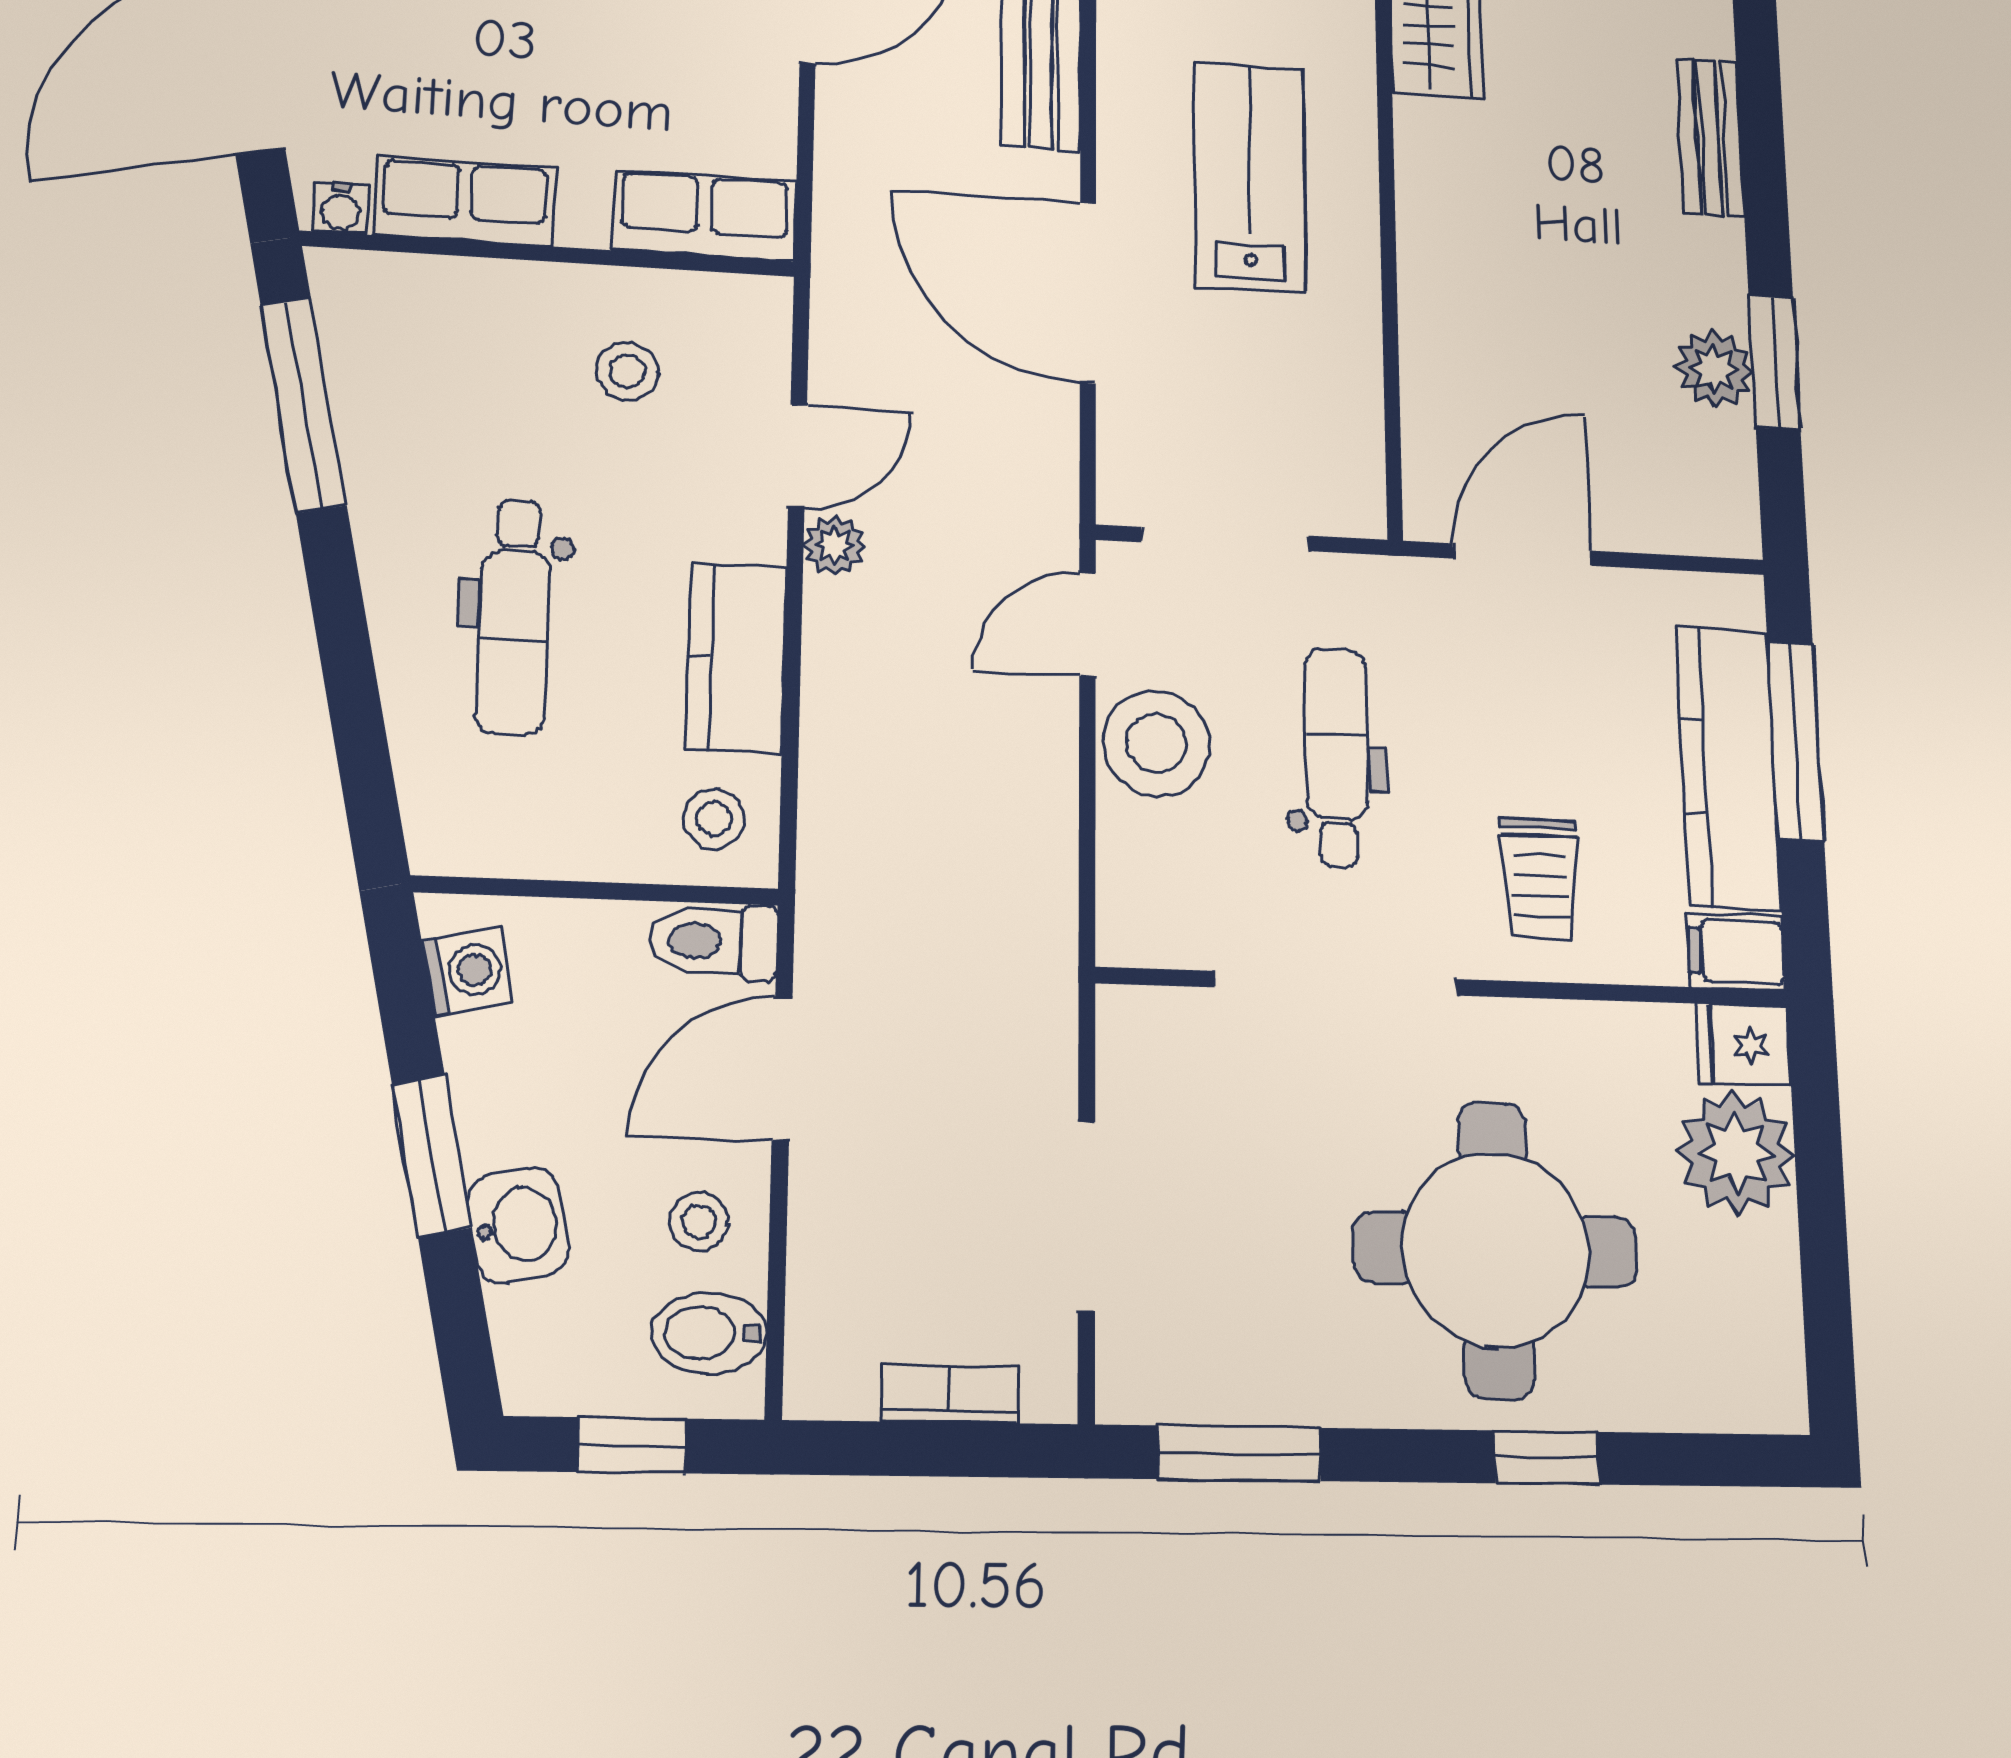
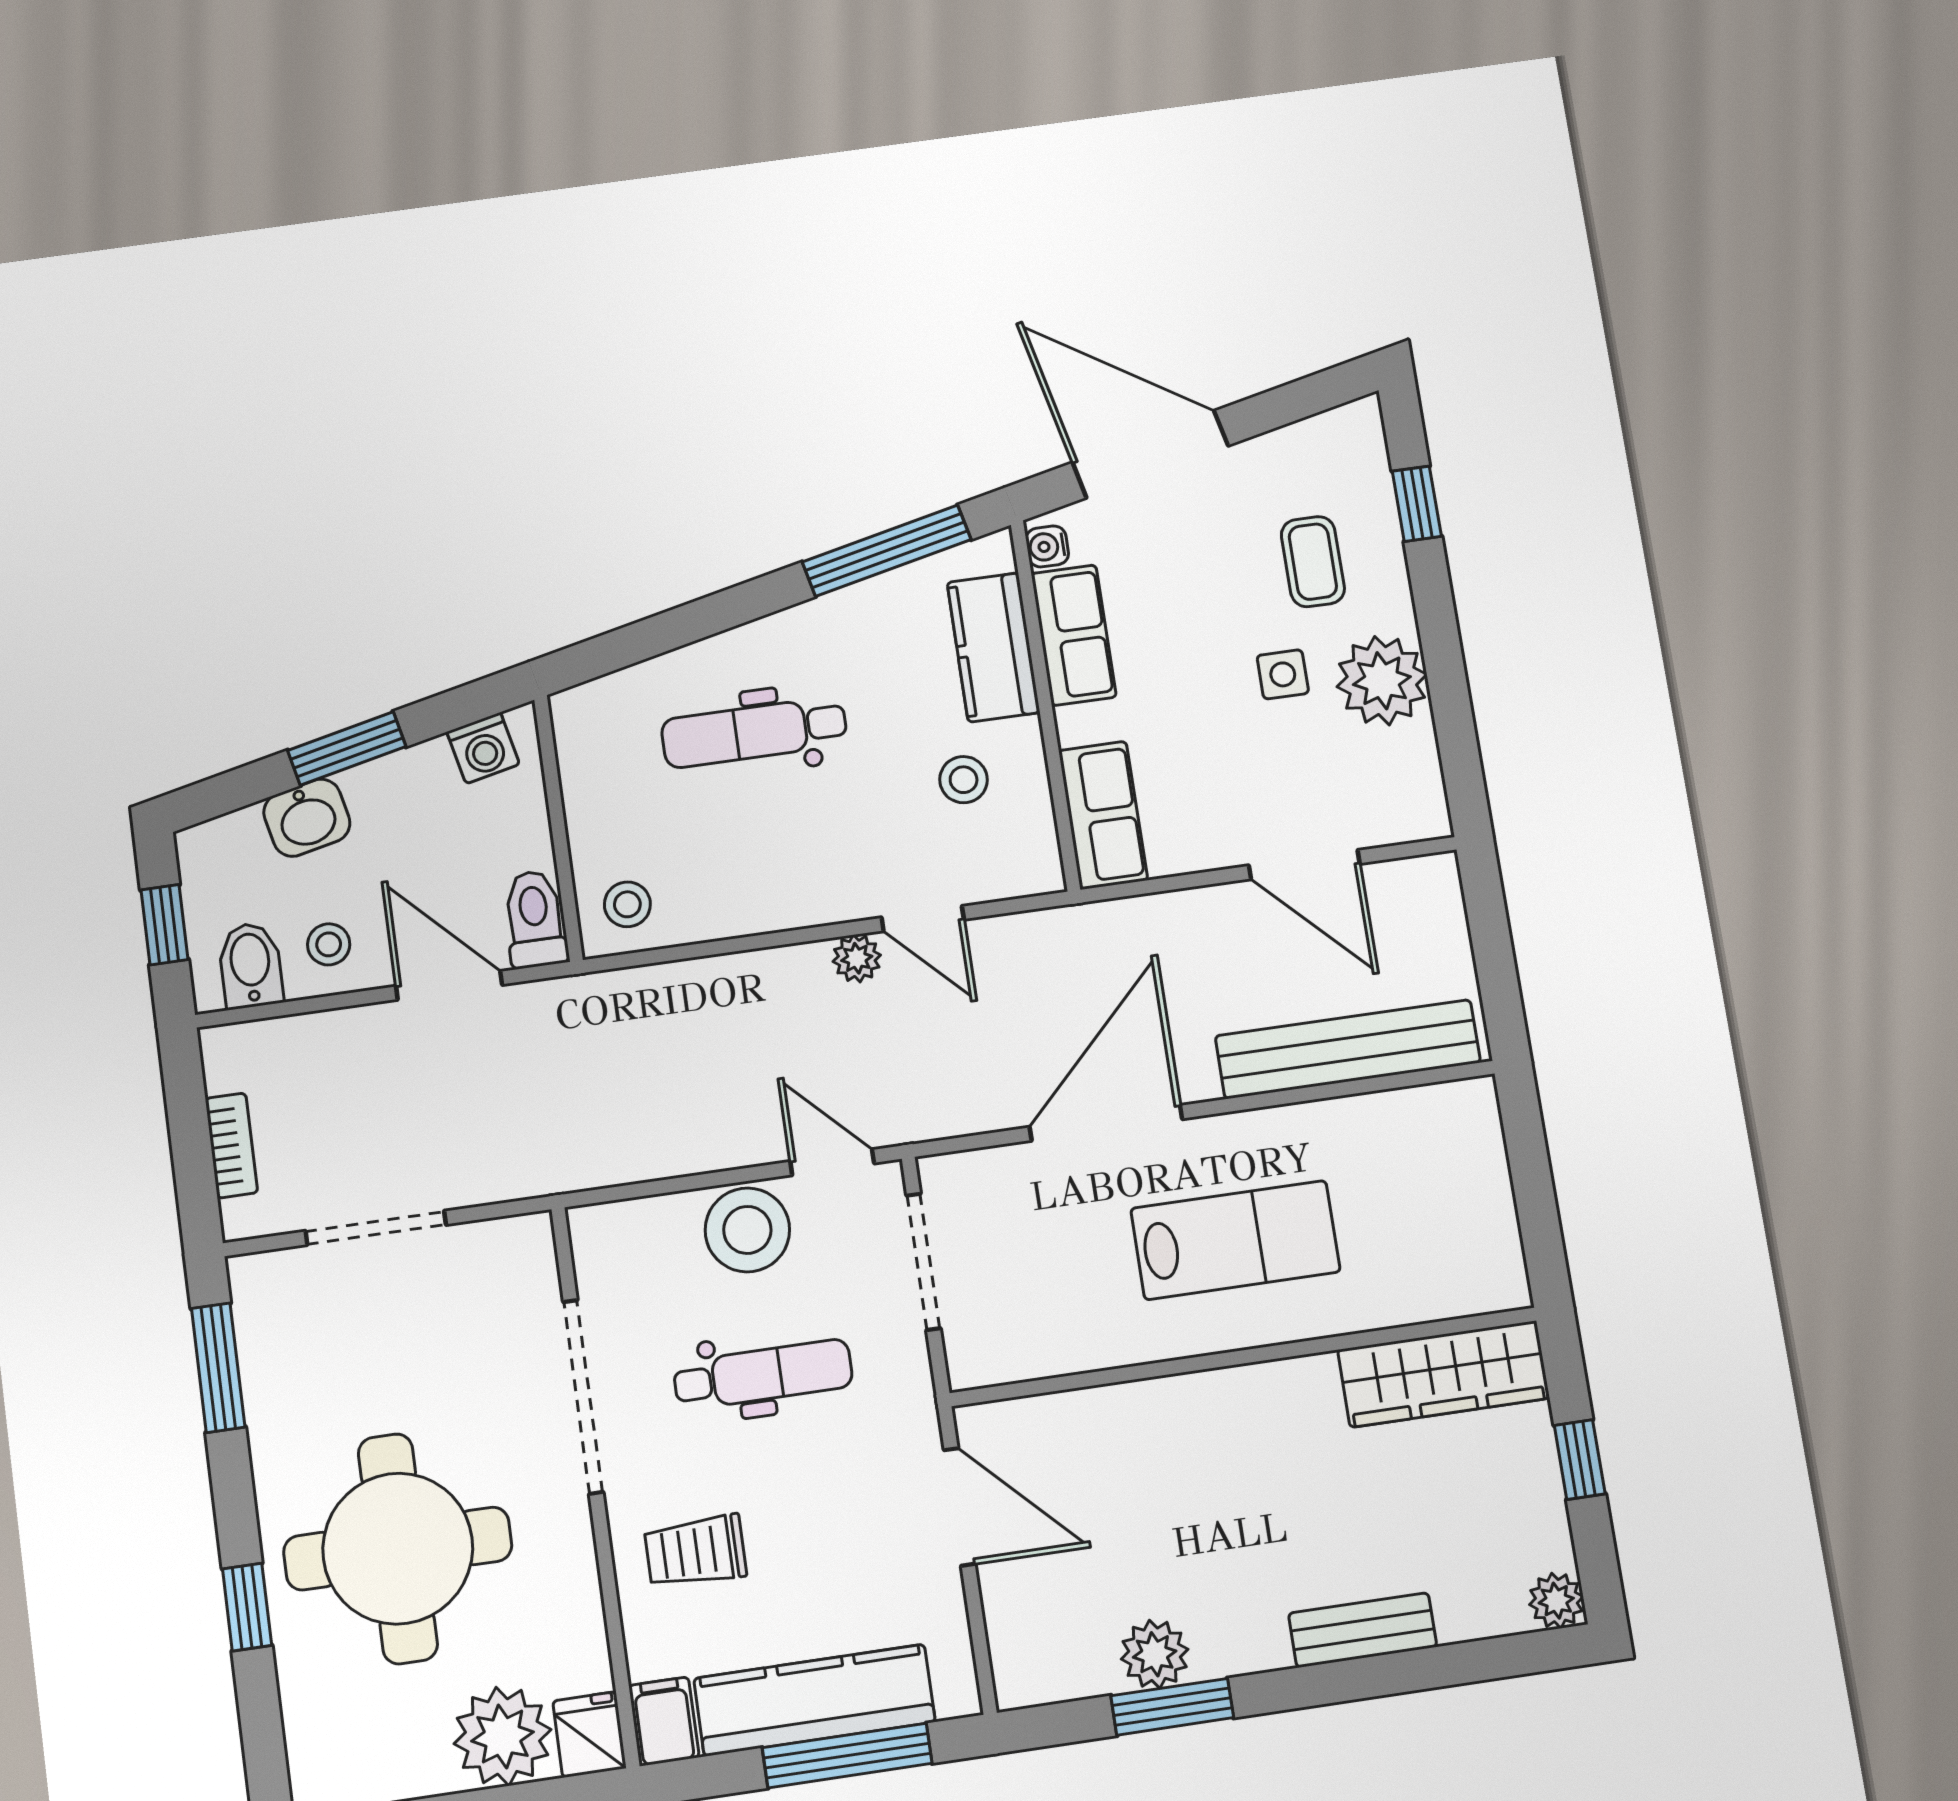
kitchen counter: (736, 658) -> (993, 647), moved, turned -90

